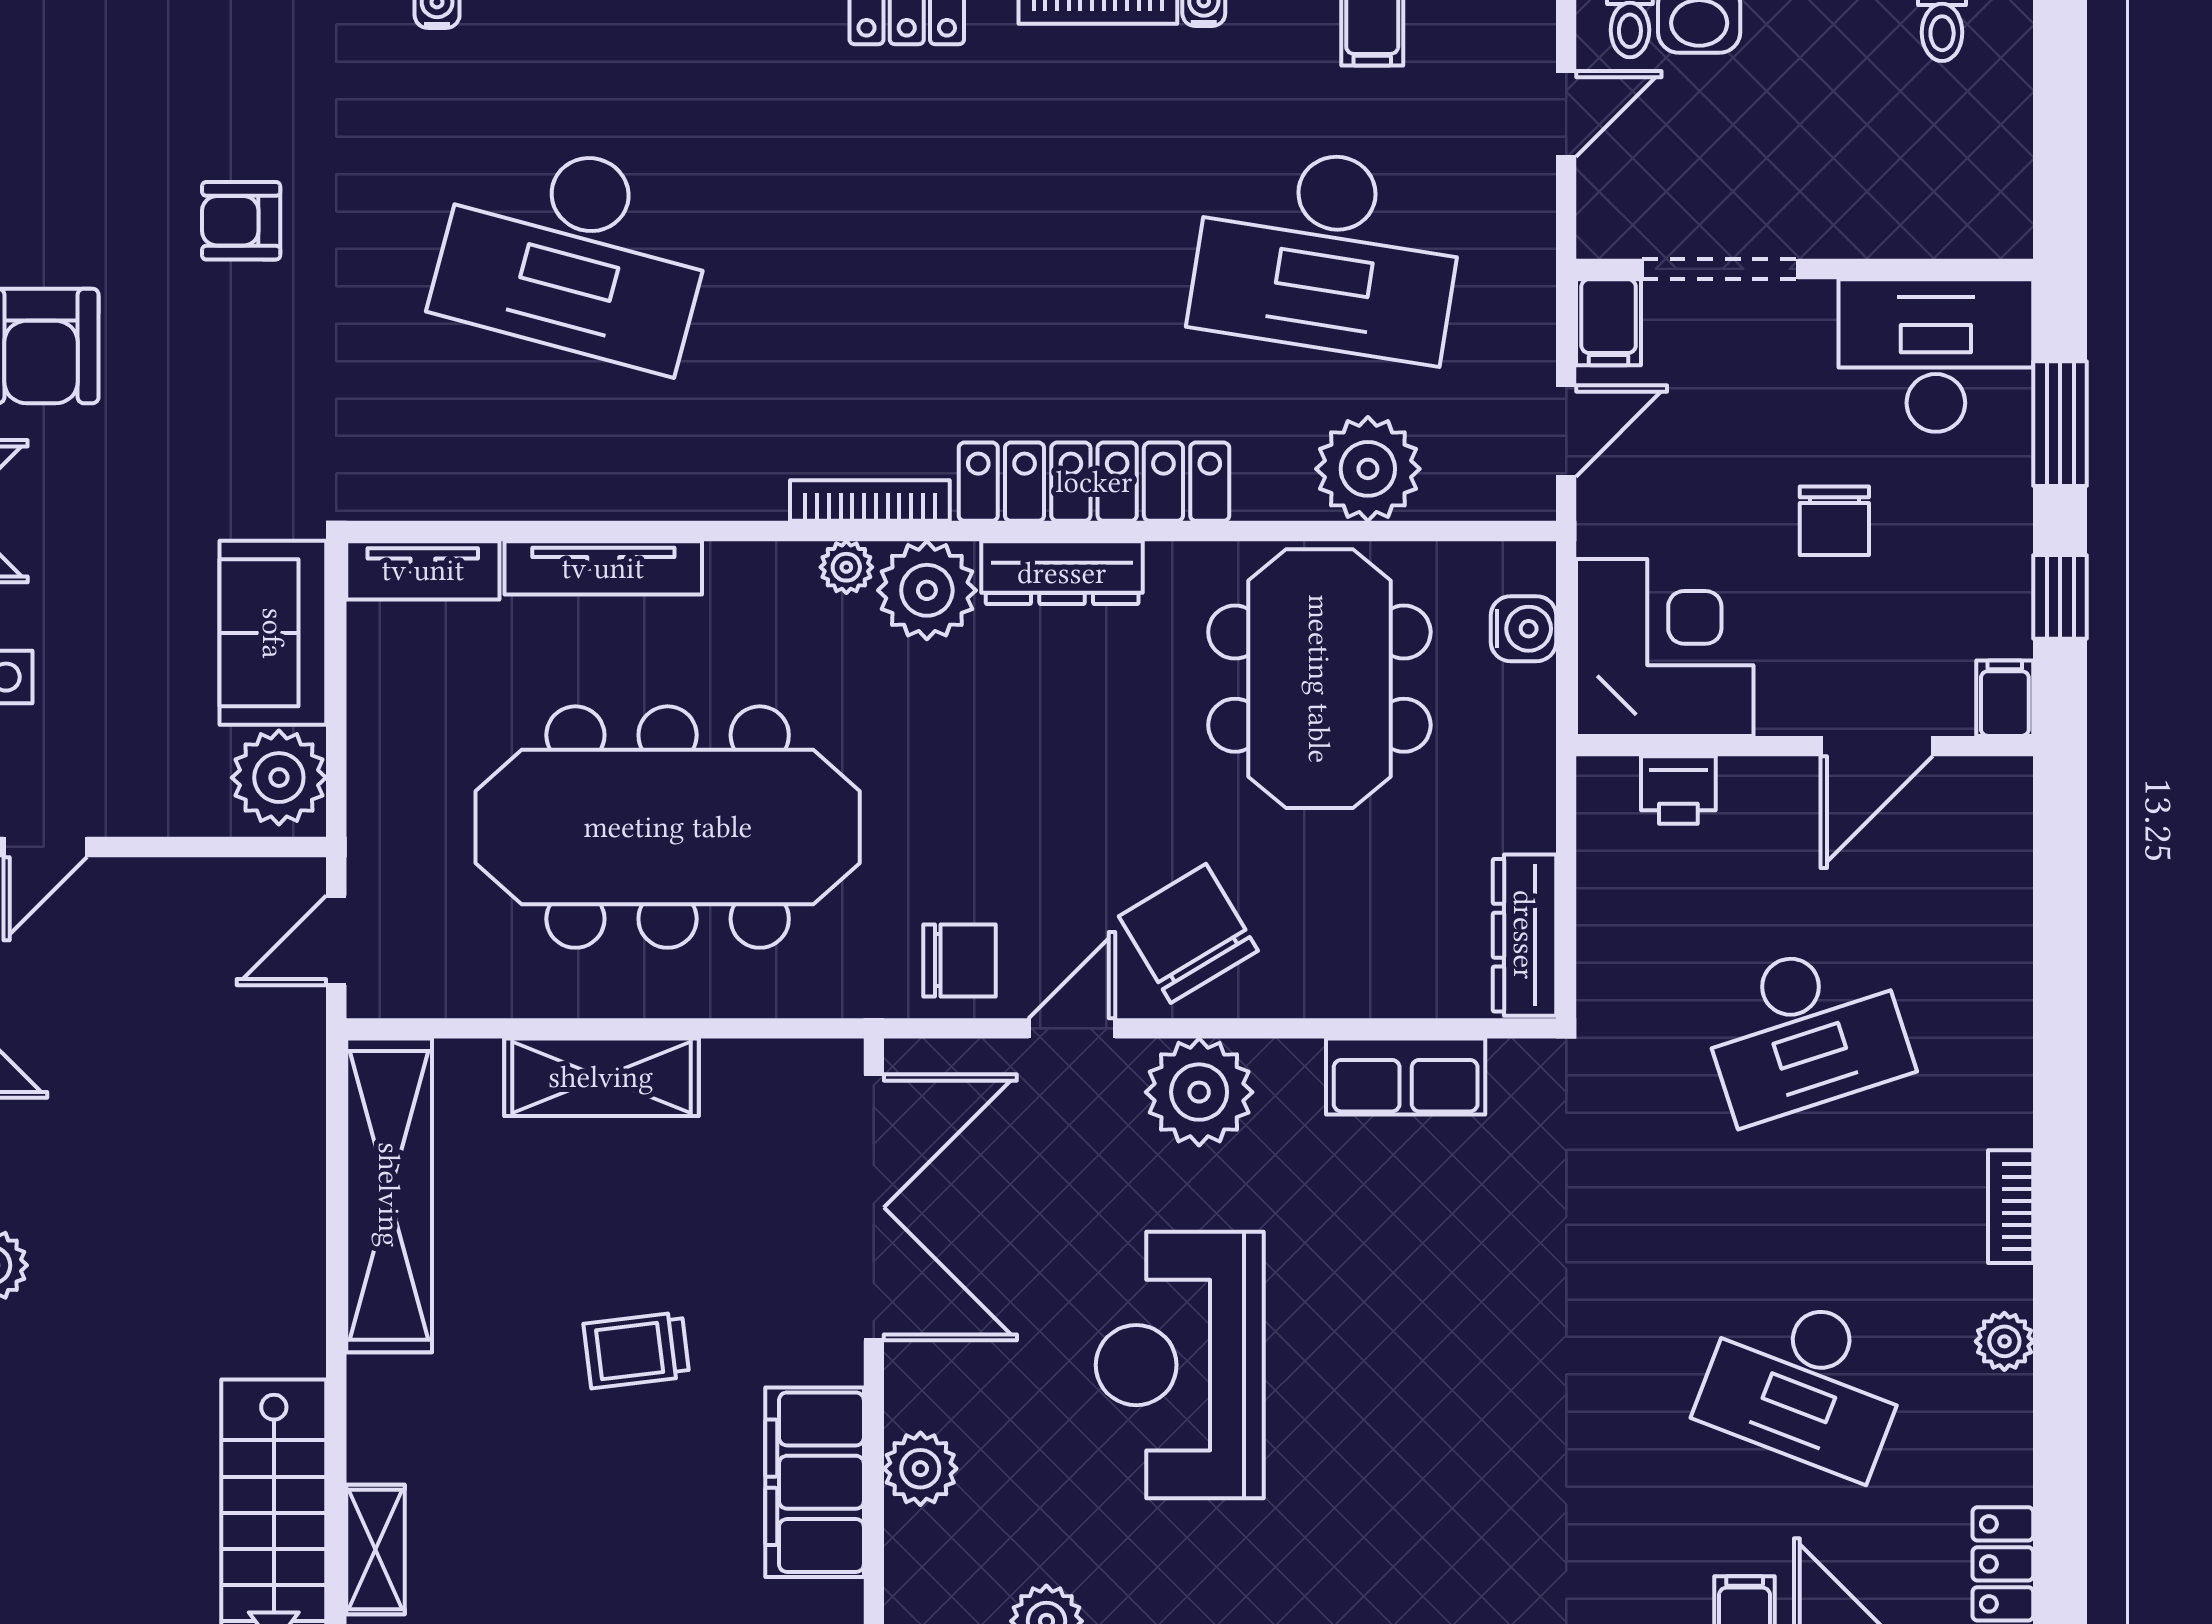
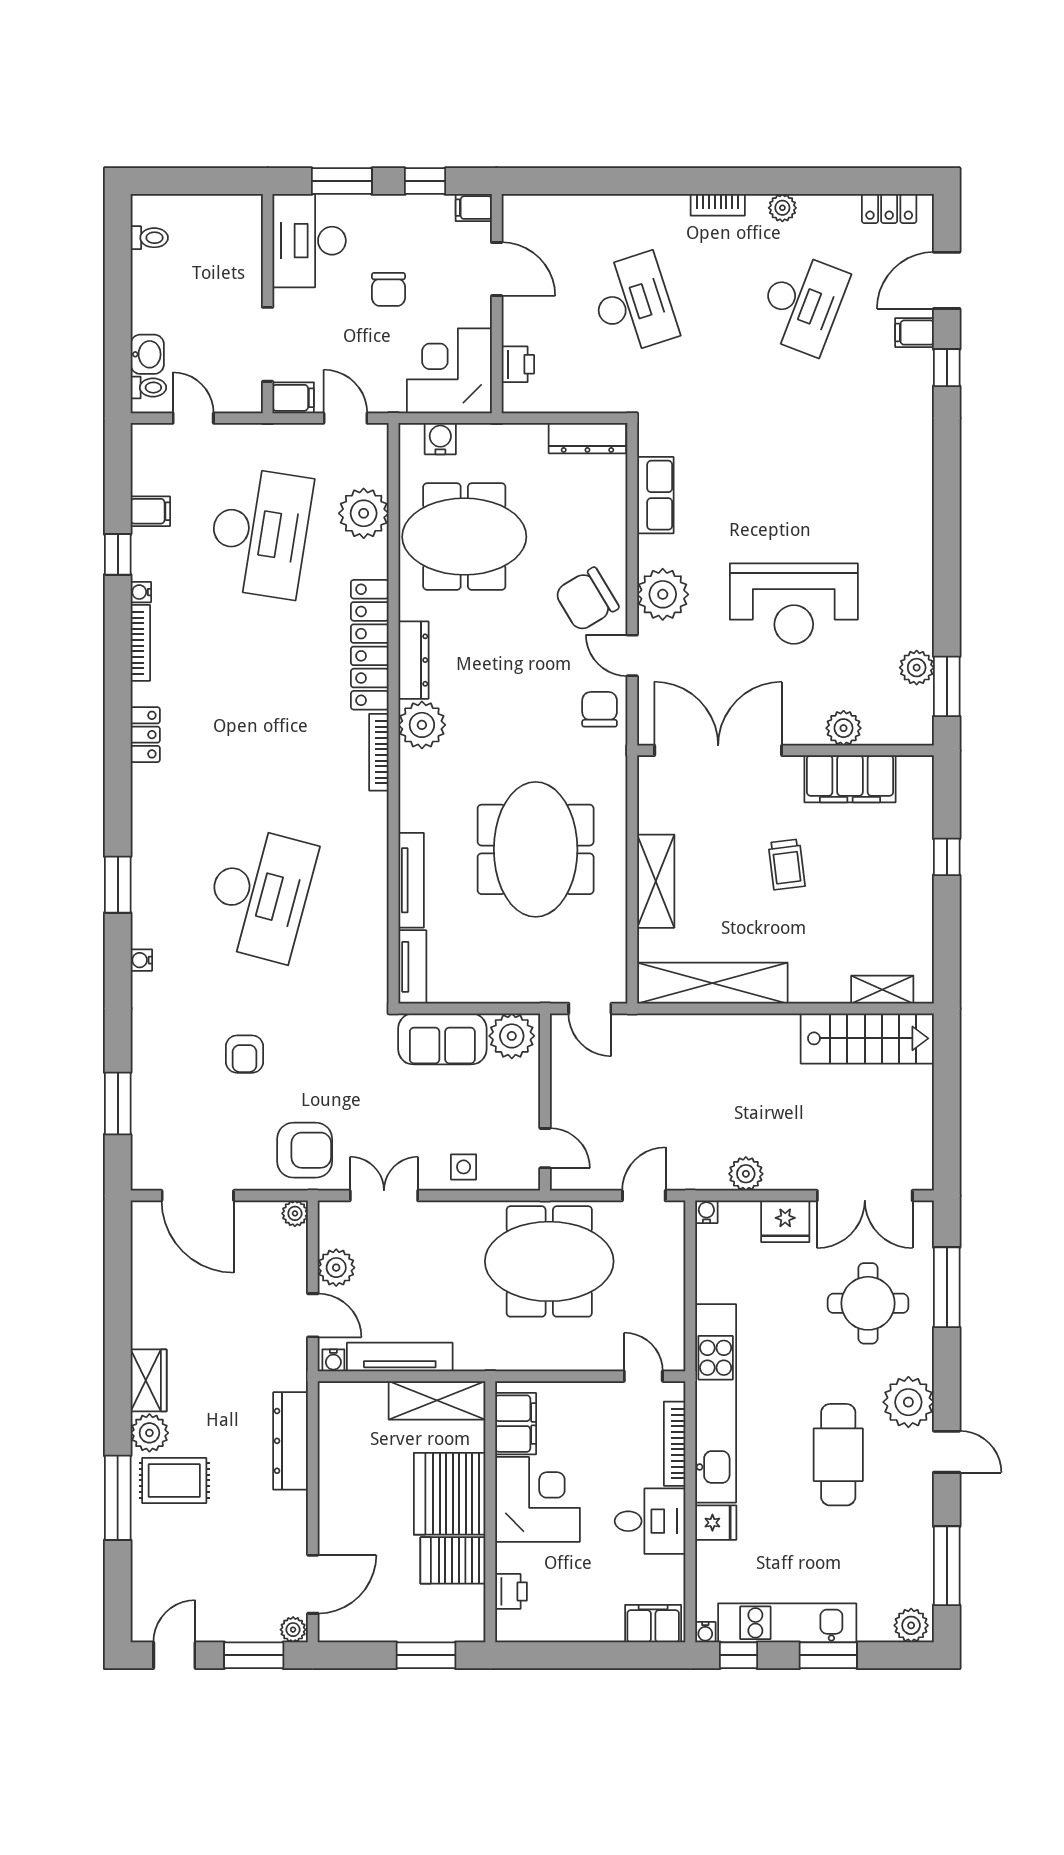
chair: (1834, 521) -> (388, 289), turned 90
plant: (846, 567) -> (411, 764), removed
meeting table: (668, 827) -> (536, 849), width x0.73

